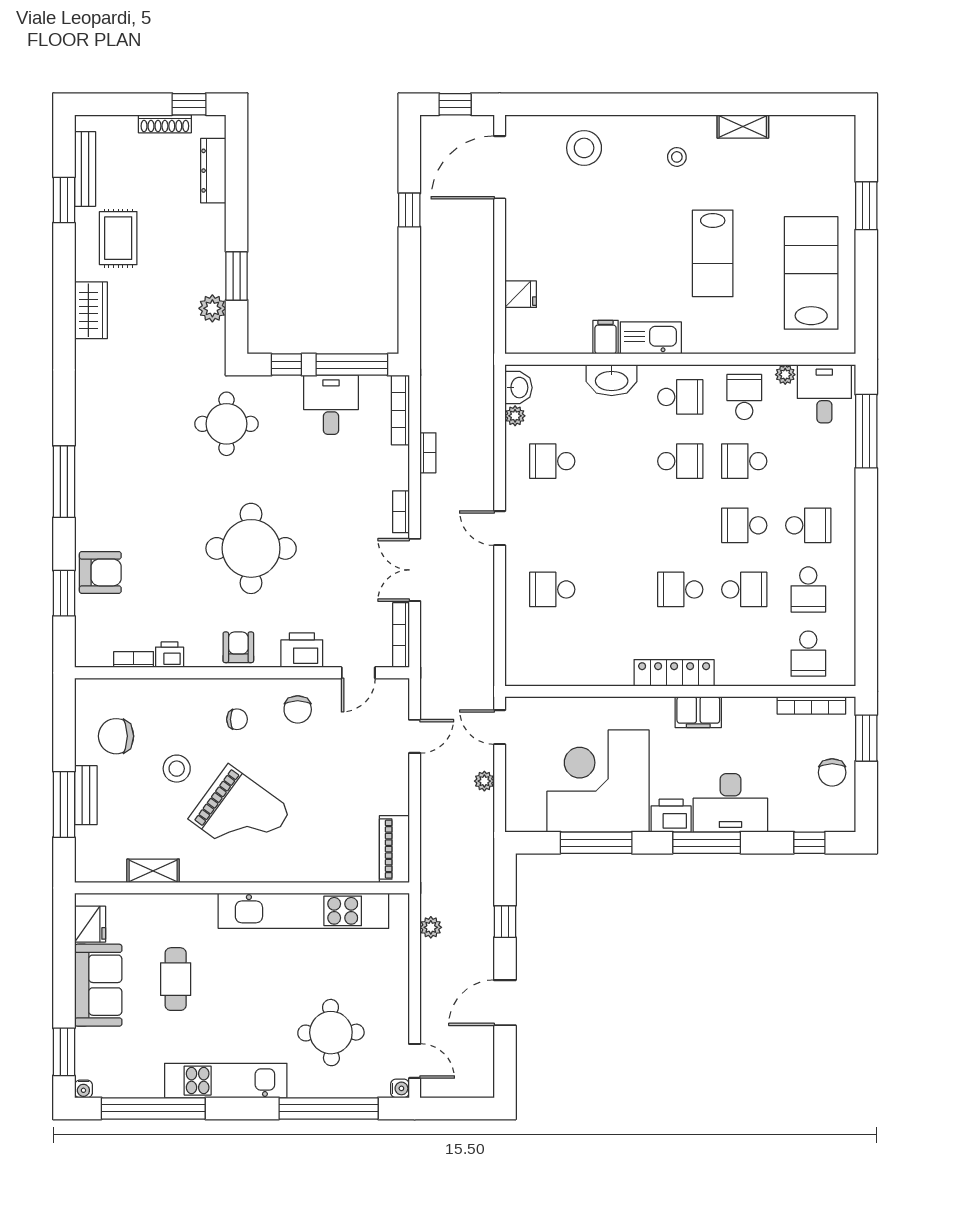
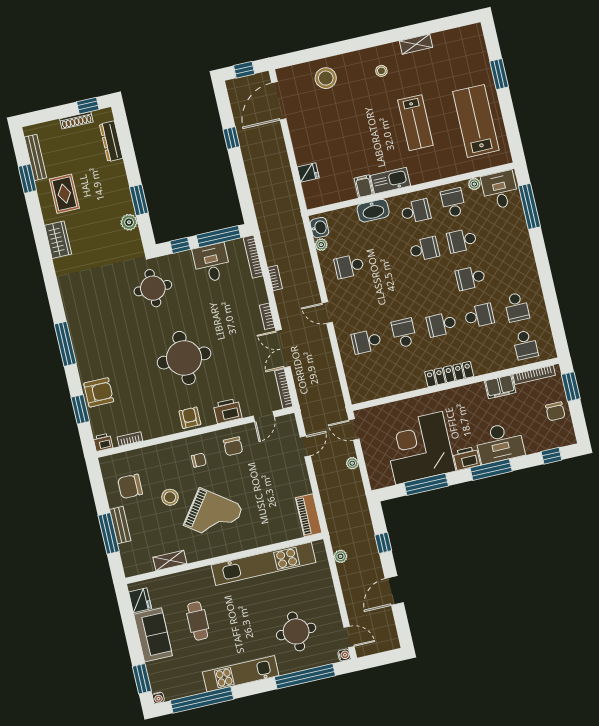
school desk: (808, 525) -> (404, 333), moved, turned -90
printer: (170, 655) -> (103, 442), moved
filing cabinet: (698, 712) -> (500, 387), moved

